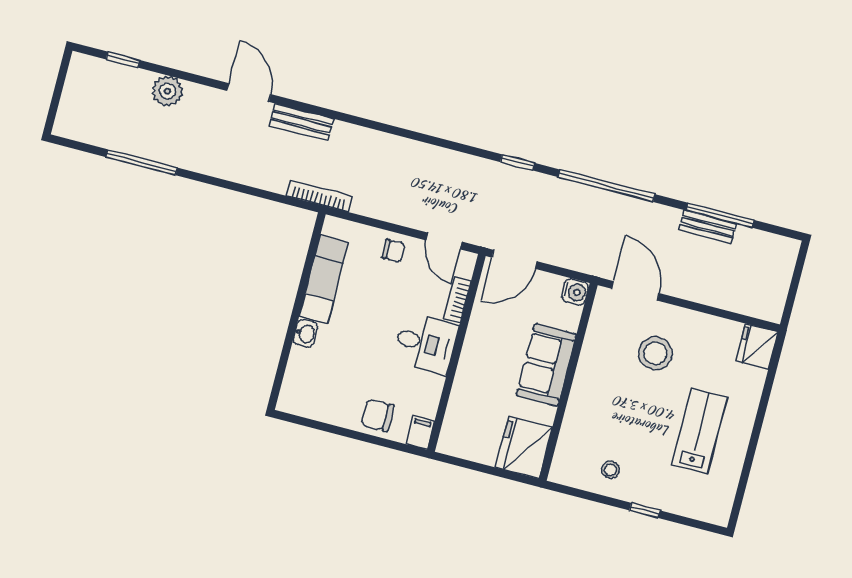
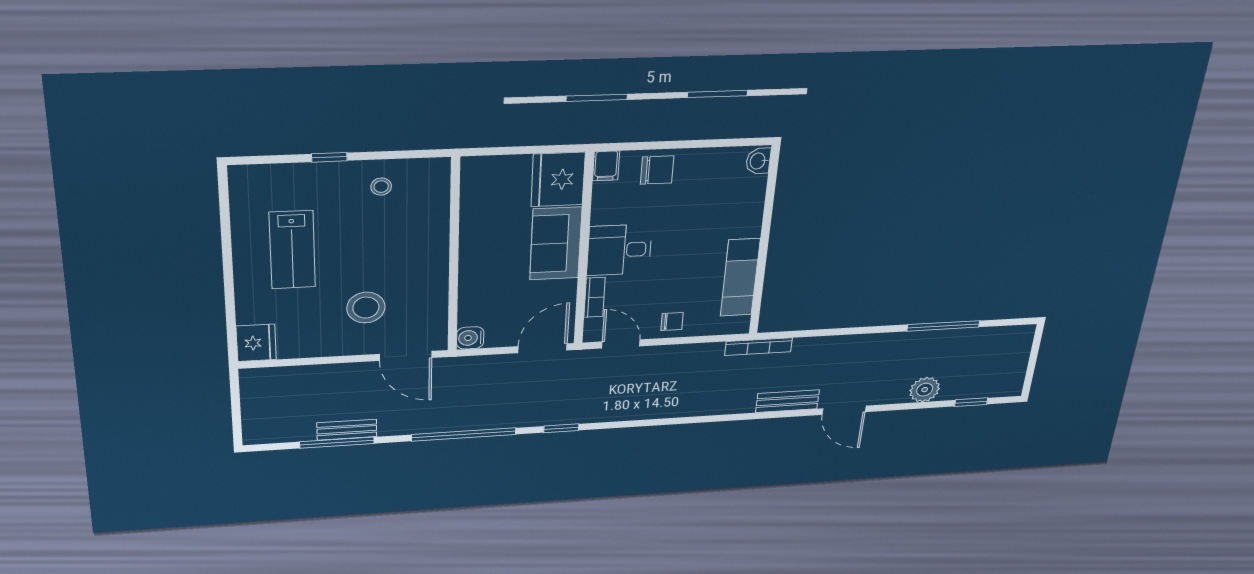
chair: (393, 251) -> (672, 322), turned 180
washbasin: (305, 333) -> (758, 161), moved
sofa: (546, 365) -> (556, 244), moved, turned 180
fridge: (524, 447) -> (558, 179), moved, turned 180

